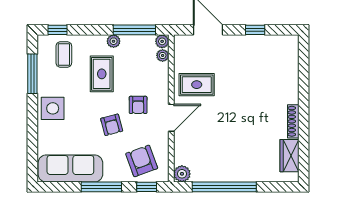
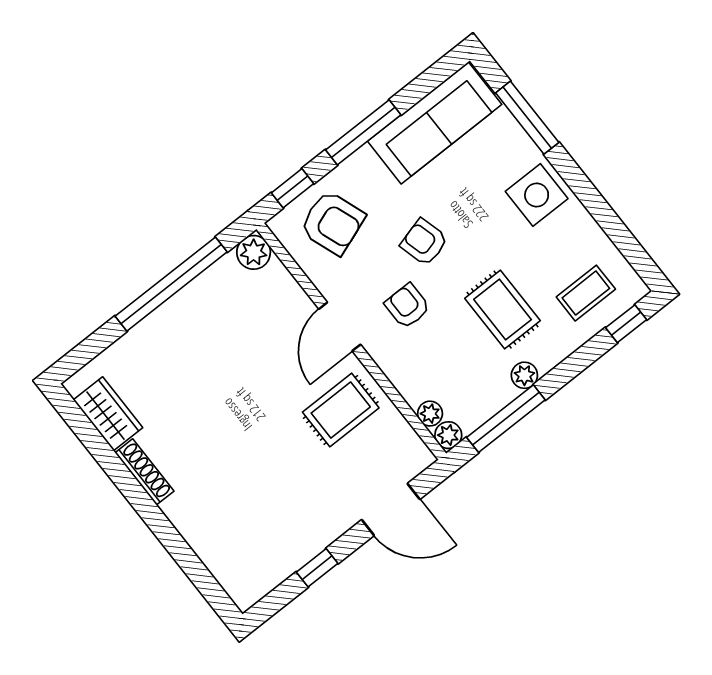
coffee table: (64, 54) -> (586, 293), turned 90
window: (32, 74) -> (527, 118), moved

